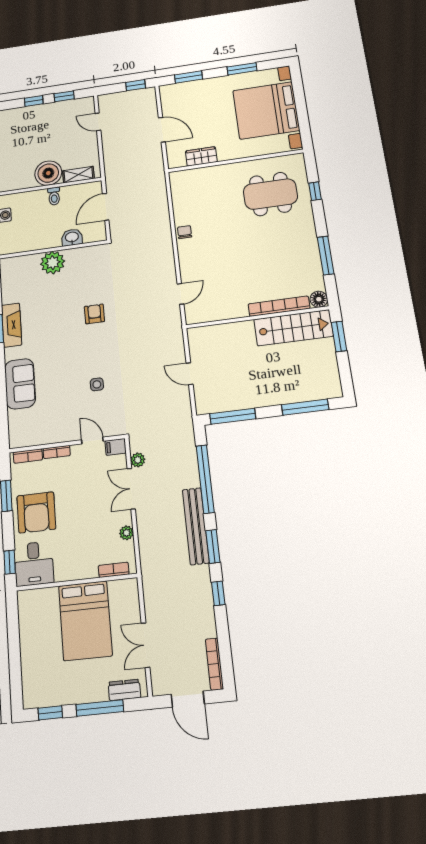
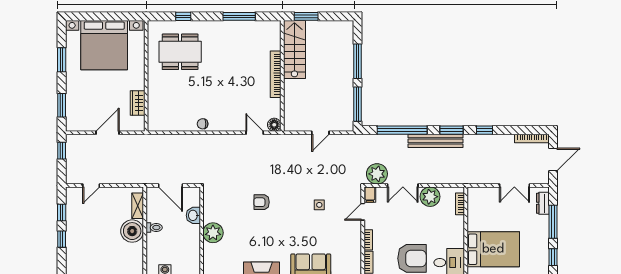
dining table: (270, 194) -> (180, 52), turned 90
floor lamp: (319, 299) -> (274, 125), moved
bookcase: (279, 306) -> (276, 74), moved
window: (305, 407) -> (357, 61), moved
plant: (138, 460) -> (377, 174), width x1.87, depth x1.87
plant: (126, 533) -> (430, 197), width x1.88, depth x1.88
bed: (85, 621) -> (493, 249), moved

